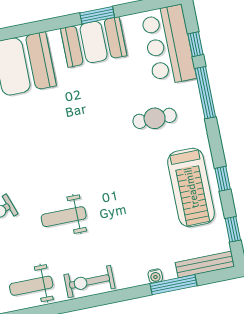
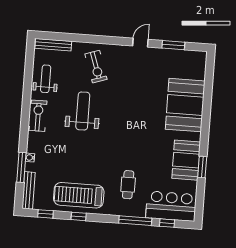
weight bench: (64, 217) -> (83, 111), width x1.36, depth x1.33

